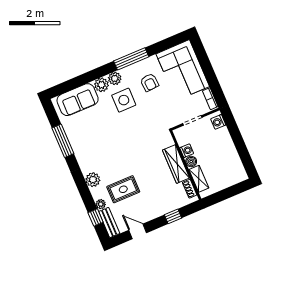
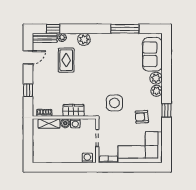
window: (131, 59) -> (166, 110), width x0.46
side table: (124, 100) -> (114, 103), moved
wardrobe: (176, 164) -> (74, 110), width x0.67

